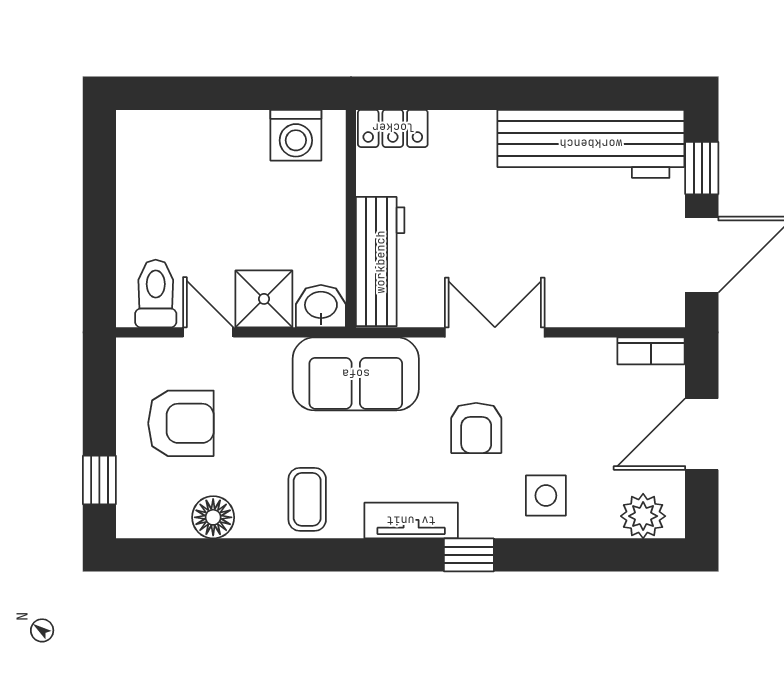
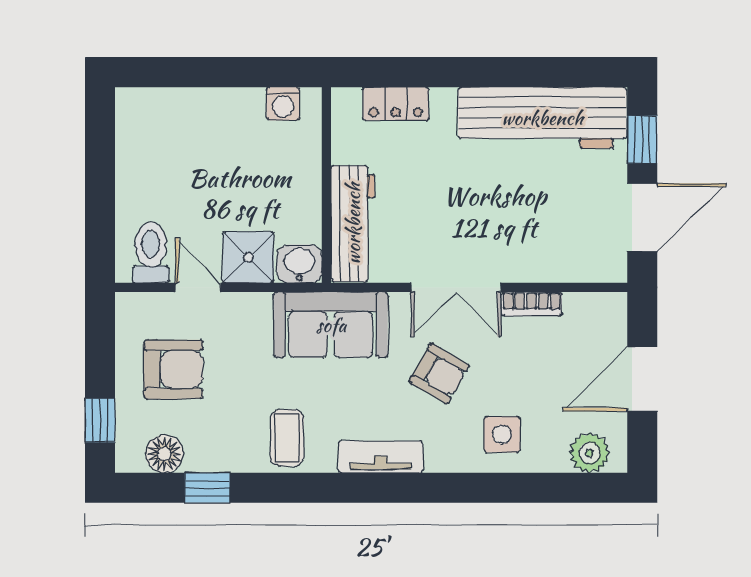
locker: (393, 128) -> (396, 104), moved
washing machine: (296, 135) -> (283, 104), width x0.73, depth x0.73
double door: (495, 332) -> (456, 287), swing flipped
bookcase: (651, 351) -> (532, 304), moved
armchair: (476, 428) -> (439, 373), turned -60
floor lamp: (213, 517) -> (164, 454), moved
window: (469, 555) -> (207, 488), moved

